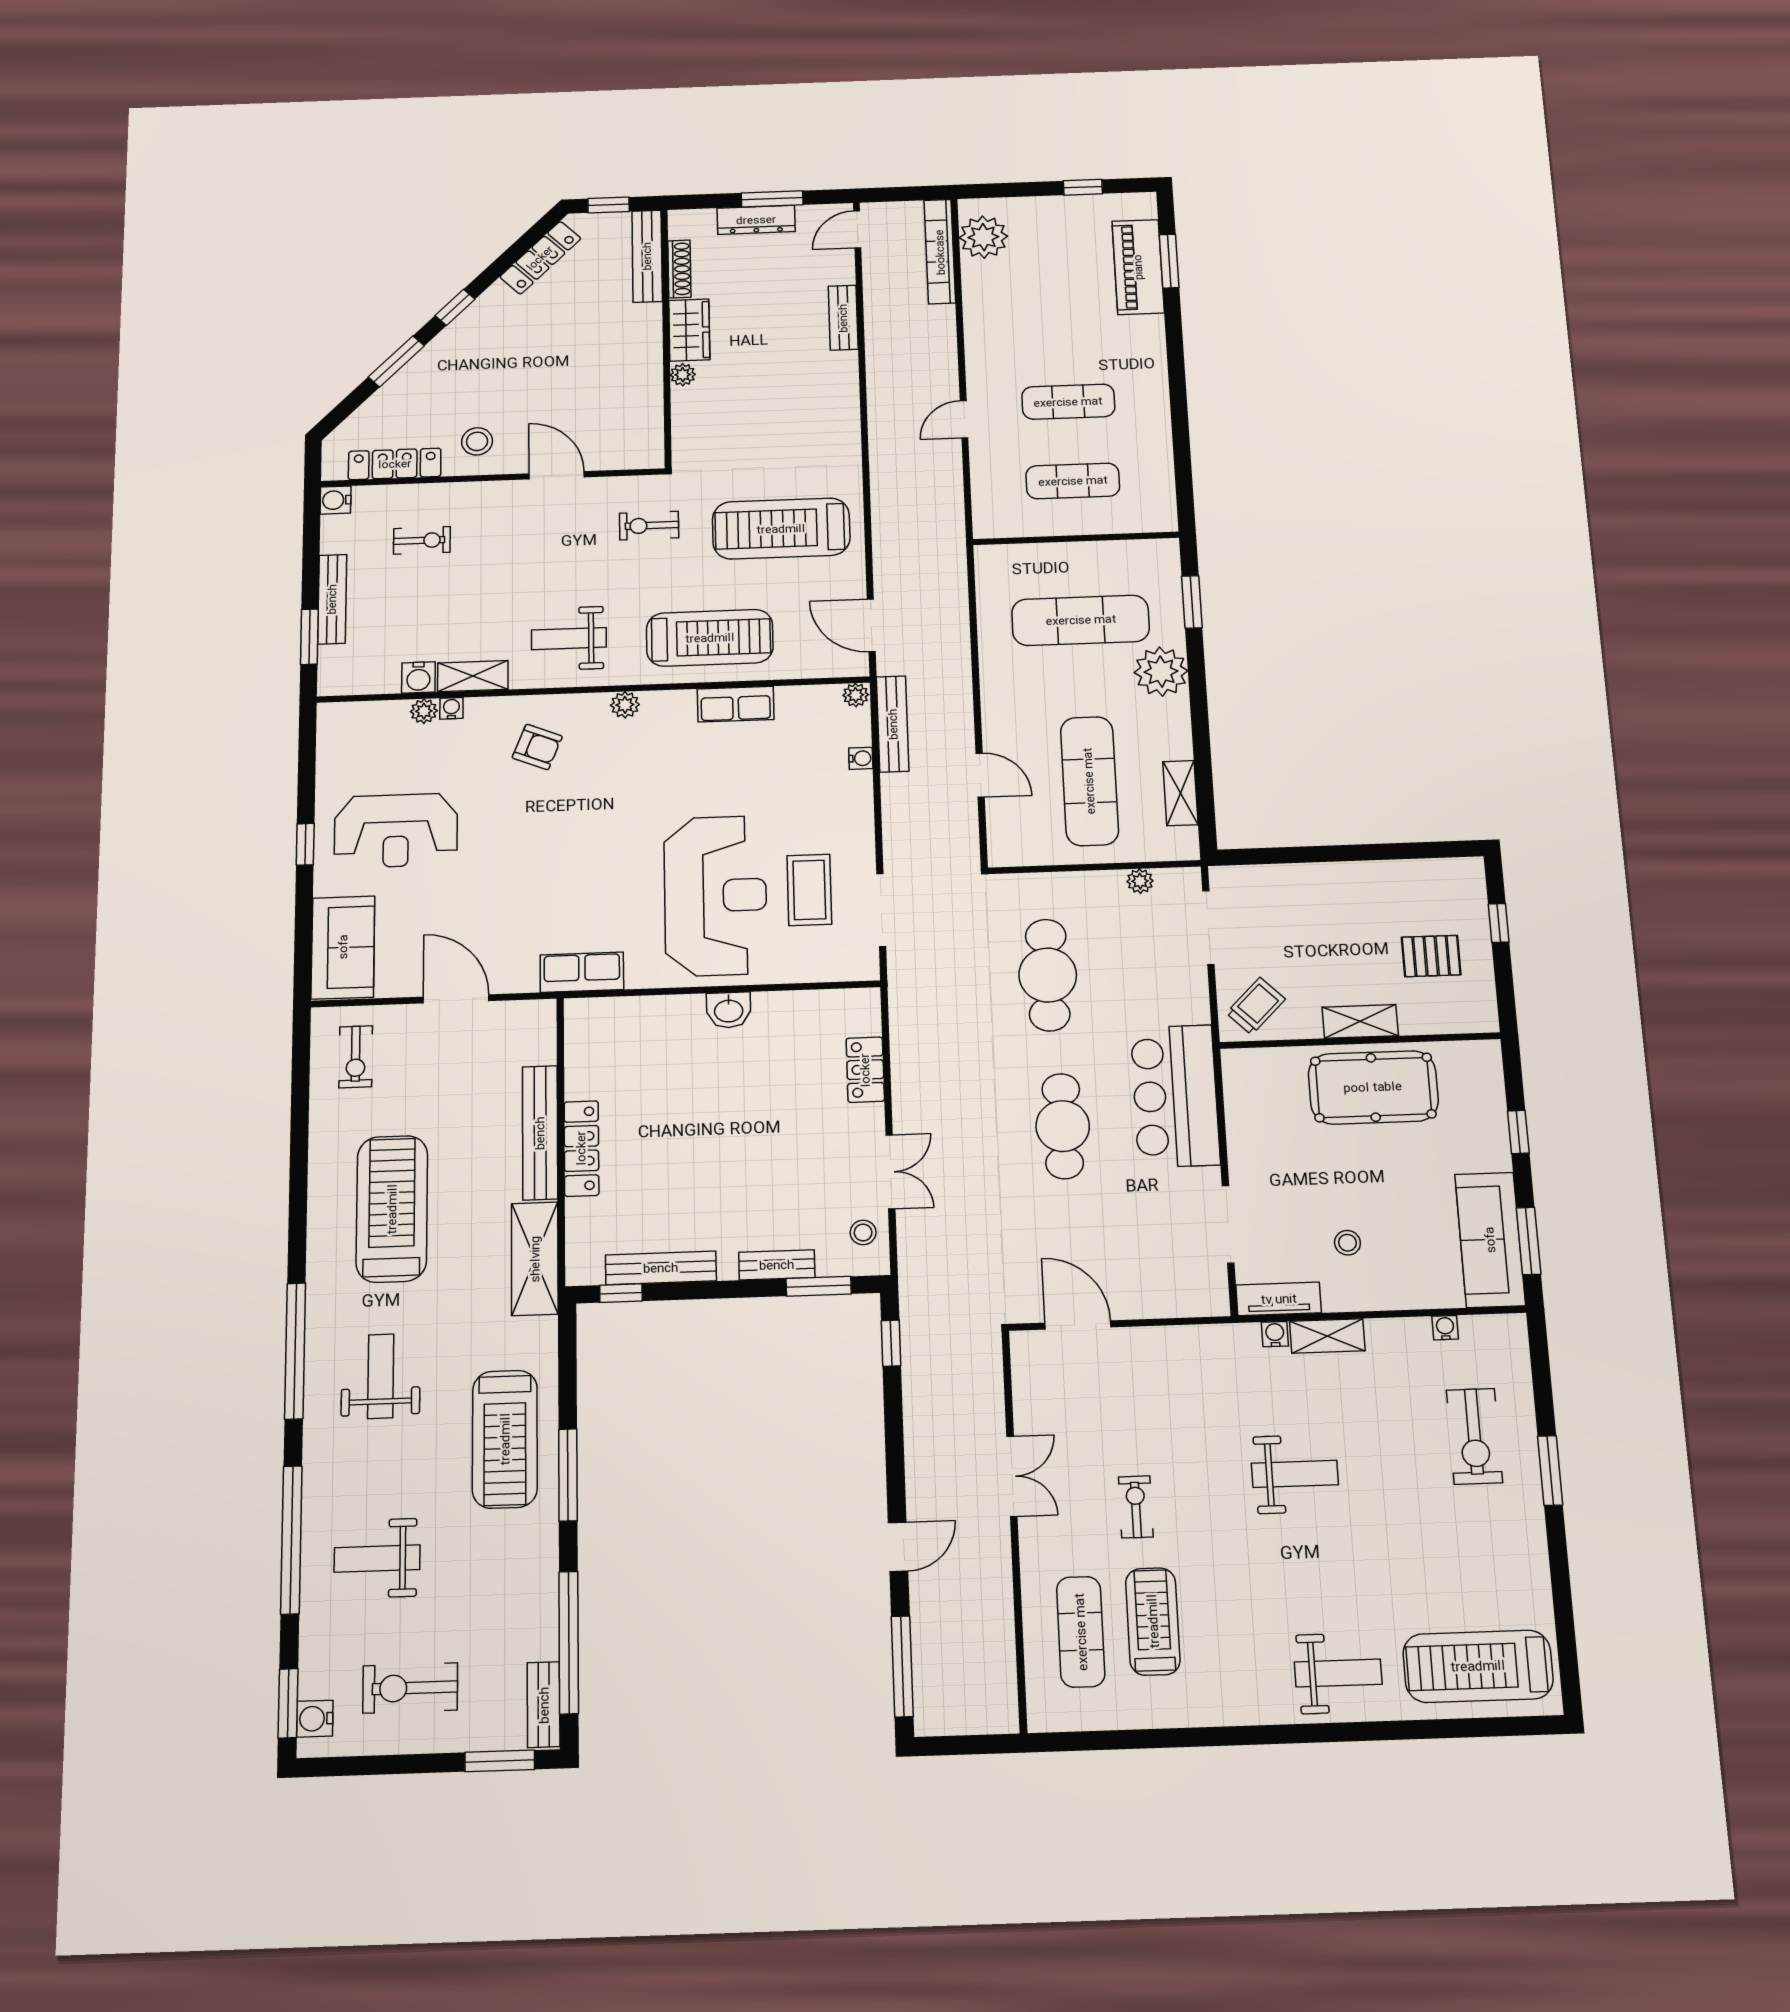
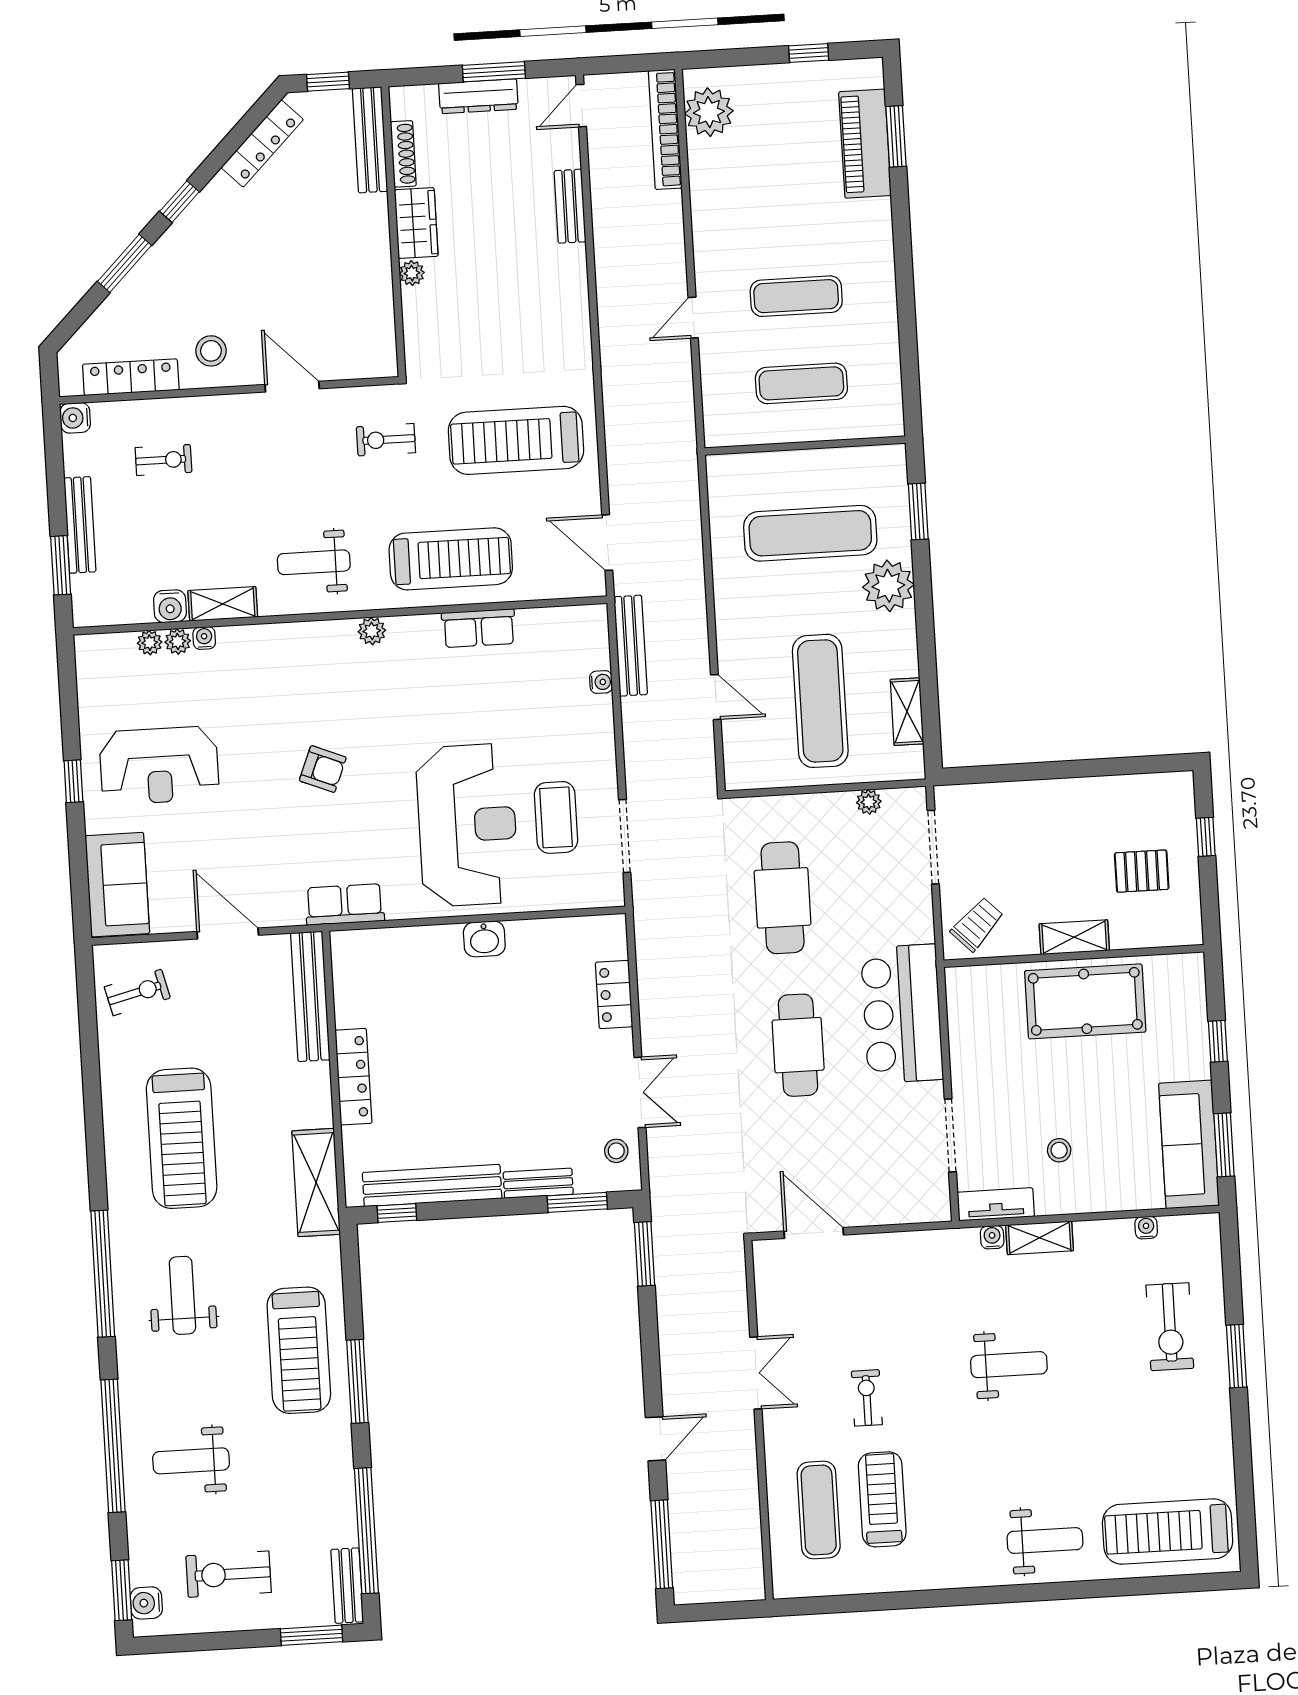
plant: (856, 695) -> (150, 643), moved
armchair: (537, 747) -> (323, 769), moved
exercise bike: (356, 1057) -> (137, 992), turned -104
bench: (540, 1133) -> (310, 996), moved
treadmill: (392, 1209) -> (182, 1138), turned 180
bench: (661, 1268) -> (432, 1185), width x1.37, depth x1.21
window: (891, 1343) -> (645, 1254), width x1.50

